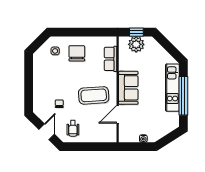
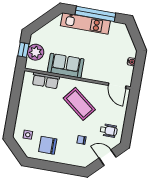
chair: (77, 53) -> (48, 145), moved
sofa: (128, 88) -> (66, 66), moved
coffee table: (94, 95) -> (79, 104), turned -48
door: (118, 114) -> (117, 86), moved

